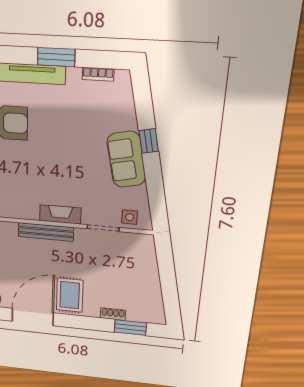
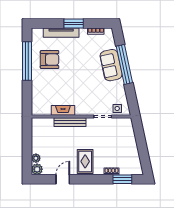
window: (149, 141) -> (124, 64), width x3.17
sofa: (126, 159) -> (111, 65), moved
fireplace: (60, 214) -> (63, 110), moved
door: (33, 317) -> (63, 179), width x0.53

